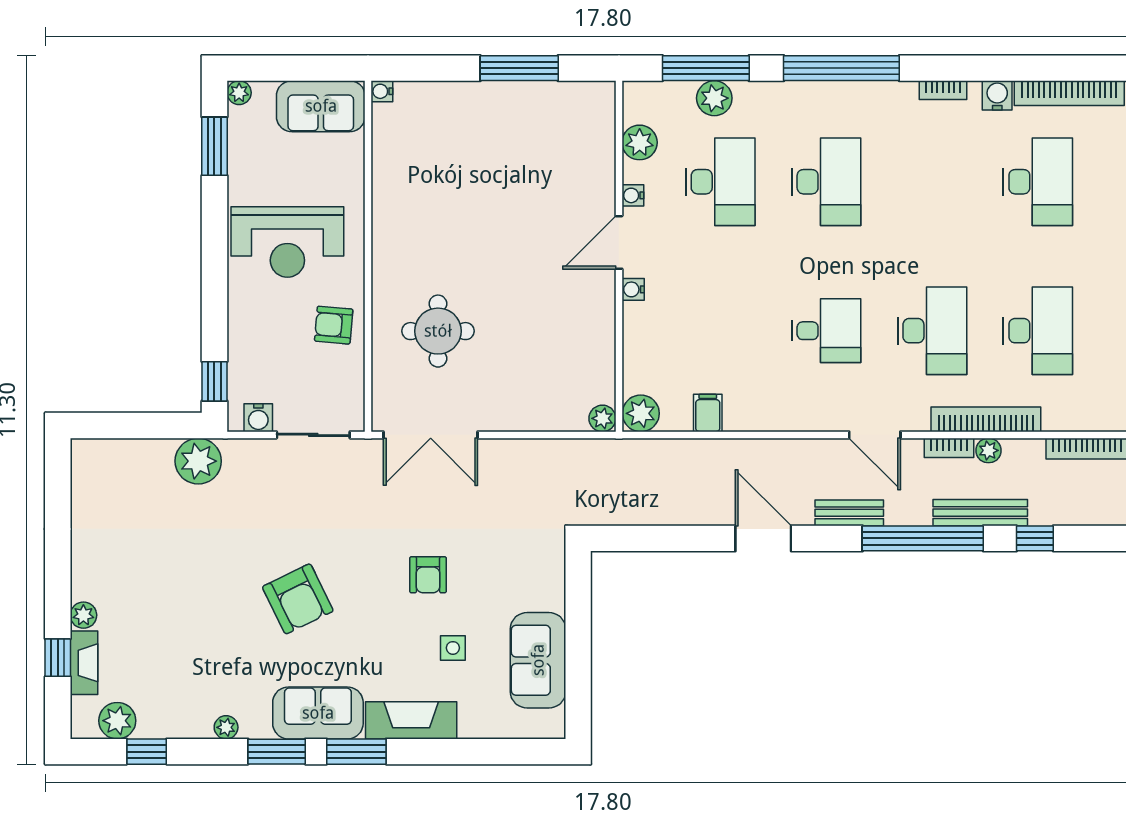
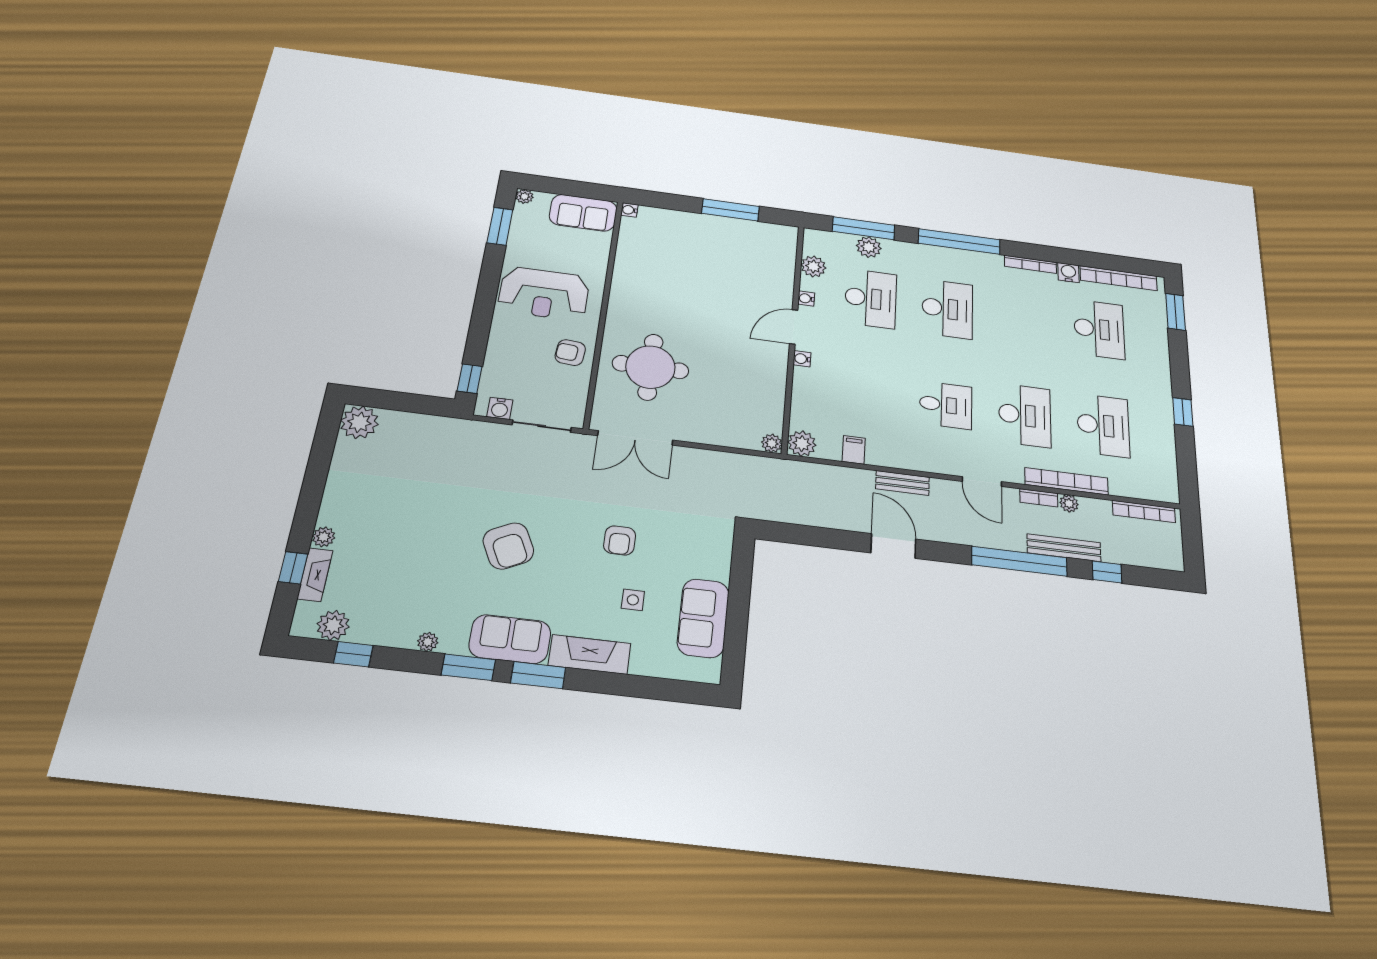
bookcase: (943, 90) -> (1030, 264), width x1.56
round table: (438, 331) -> (650, 367), width x1.36, depth x1.36
plant: (198, 461) -> (359, 422), moved
bench: (849, 513) -> (903, 483), moved

